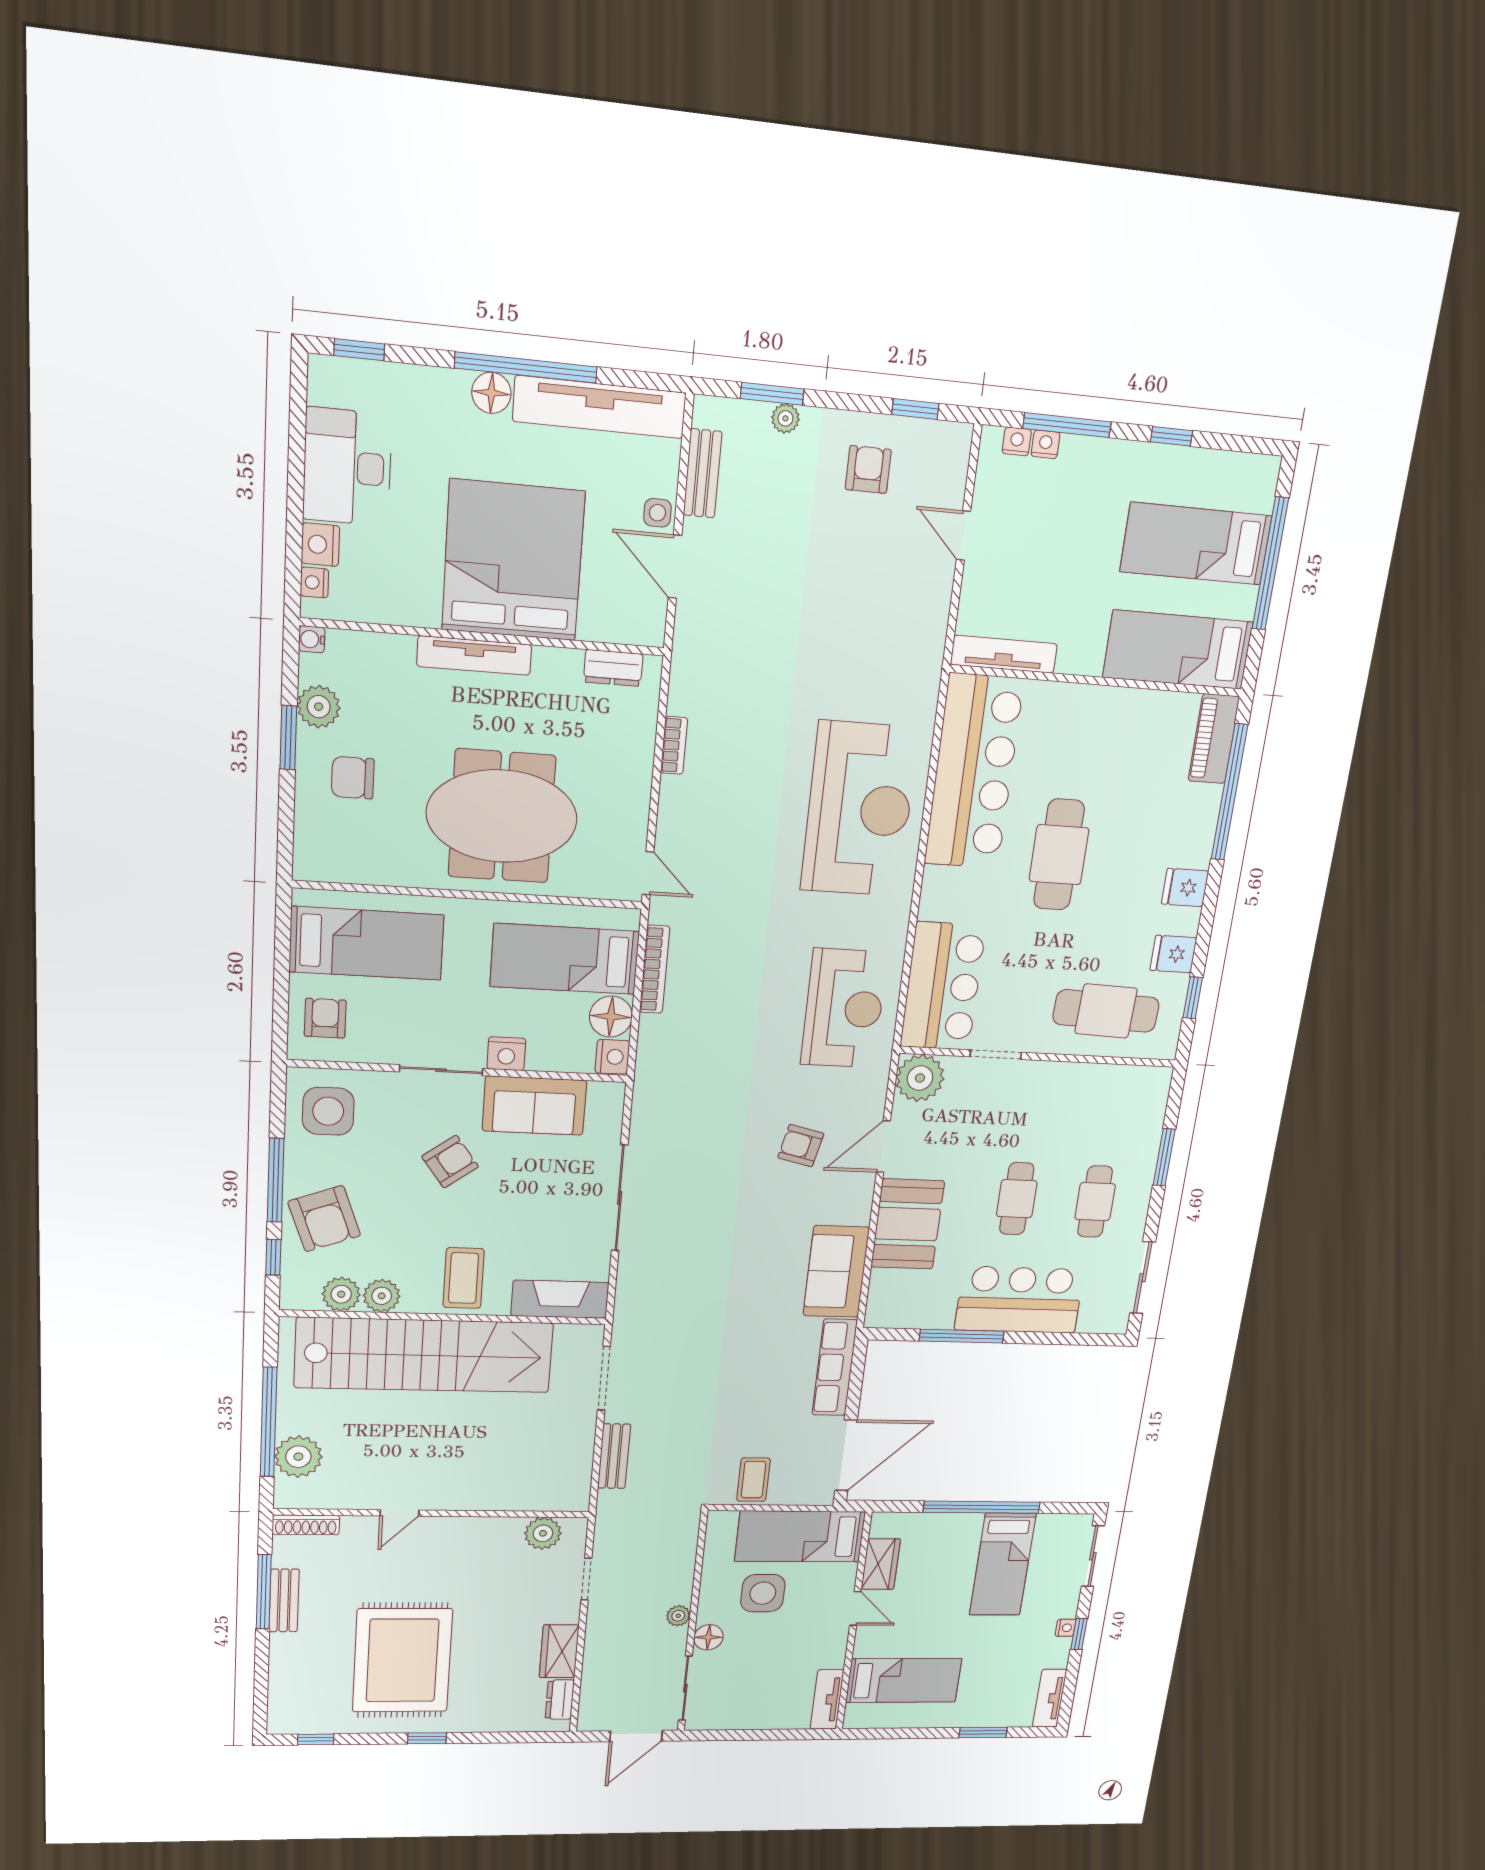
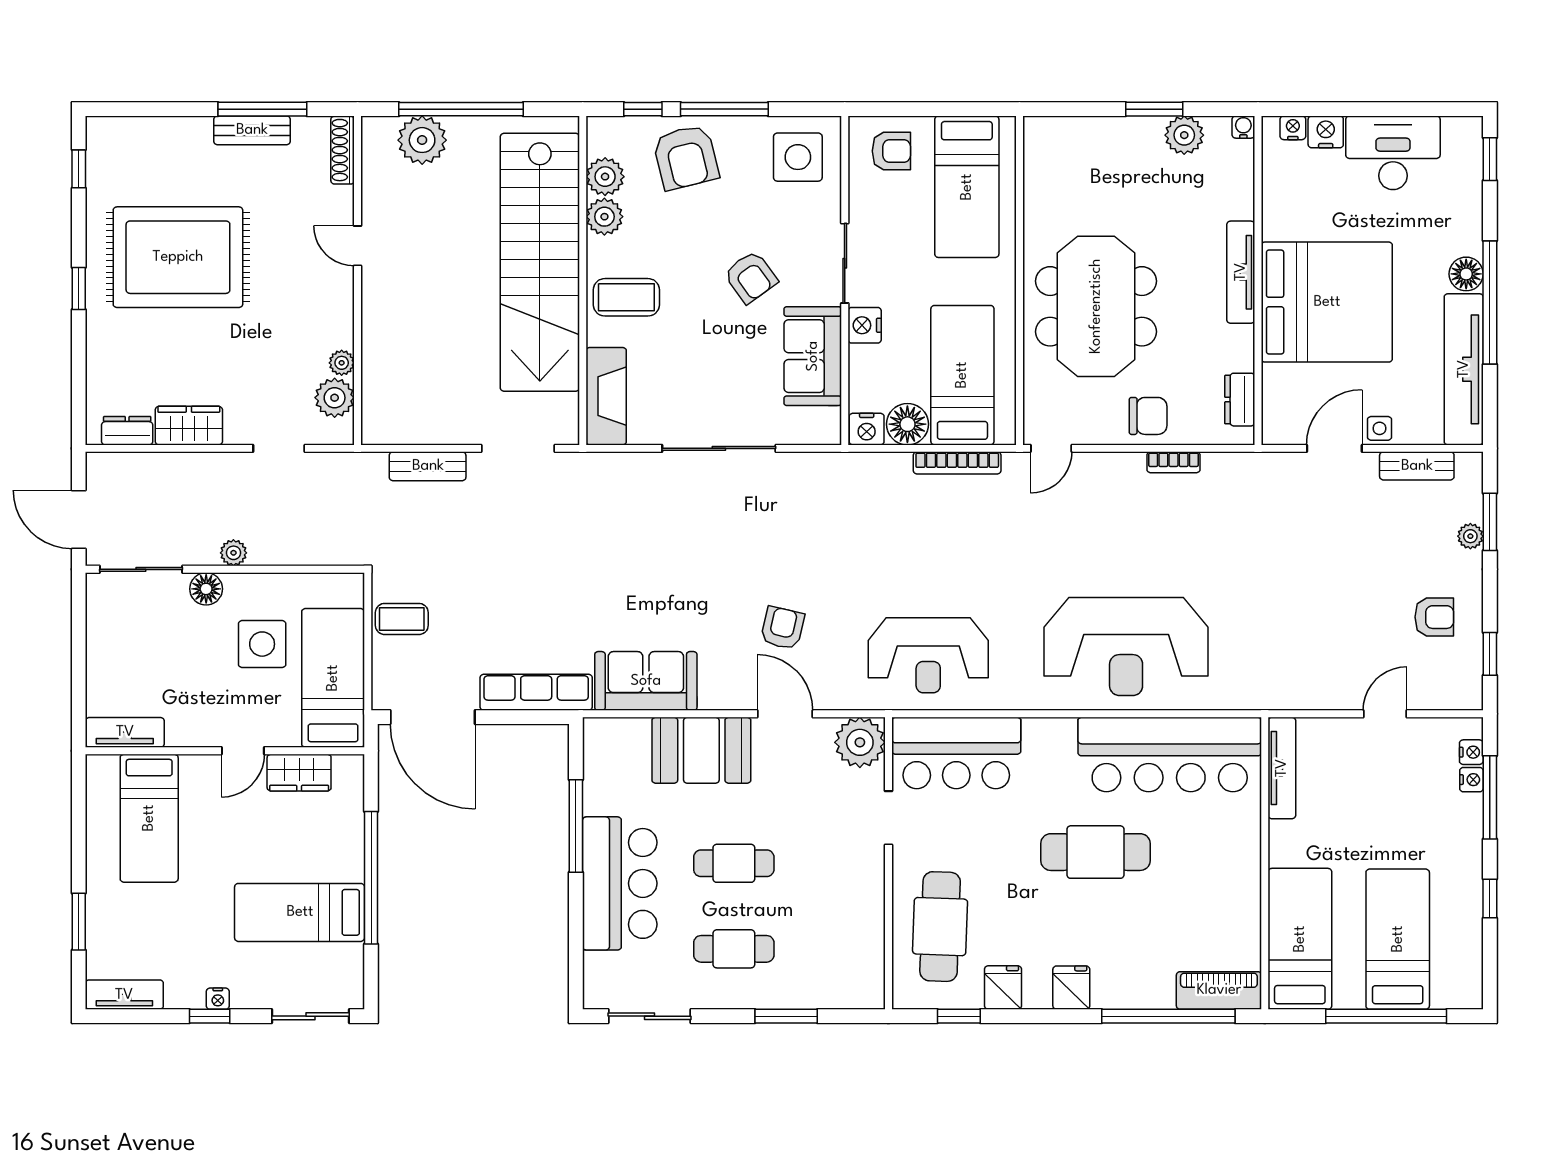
chair: (353, 778) -> (1148, 416), moved, turned 90
armchair: (324, 1219) -> (686, 157), turned -84
plant: (510, 1527) -> (342, 363), added

